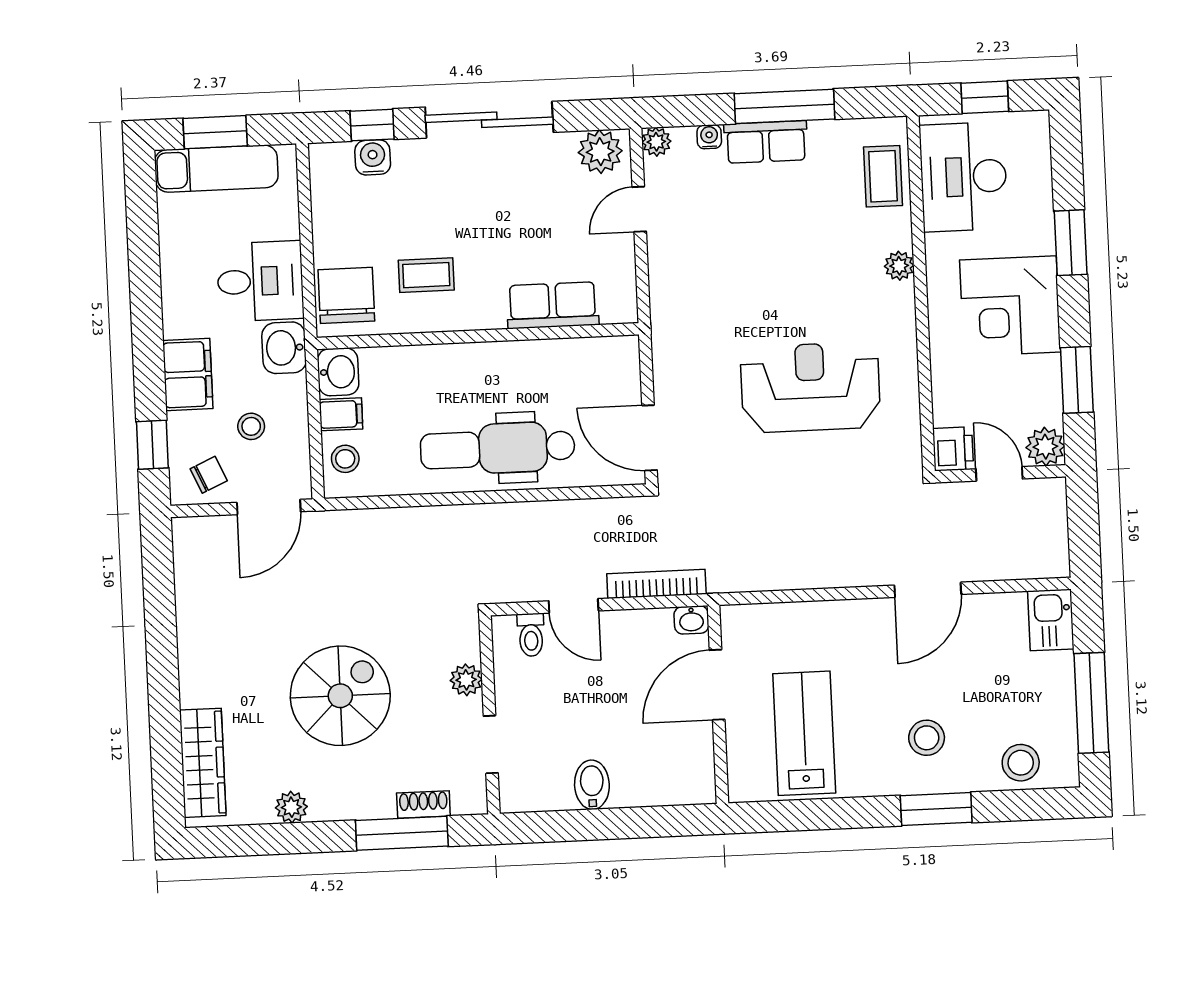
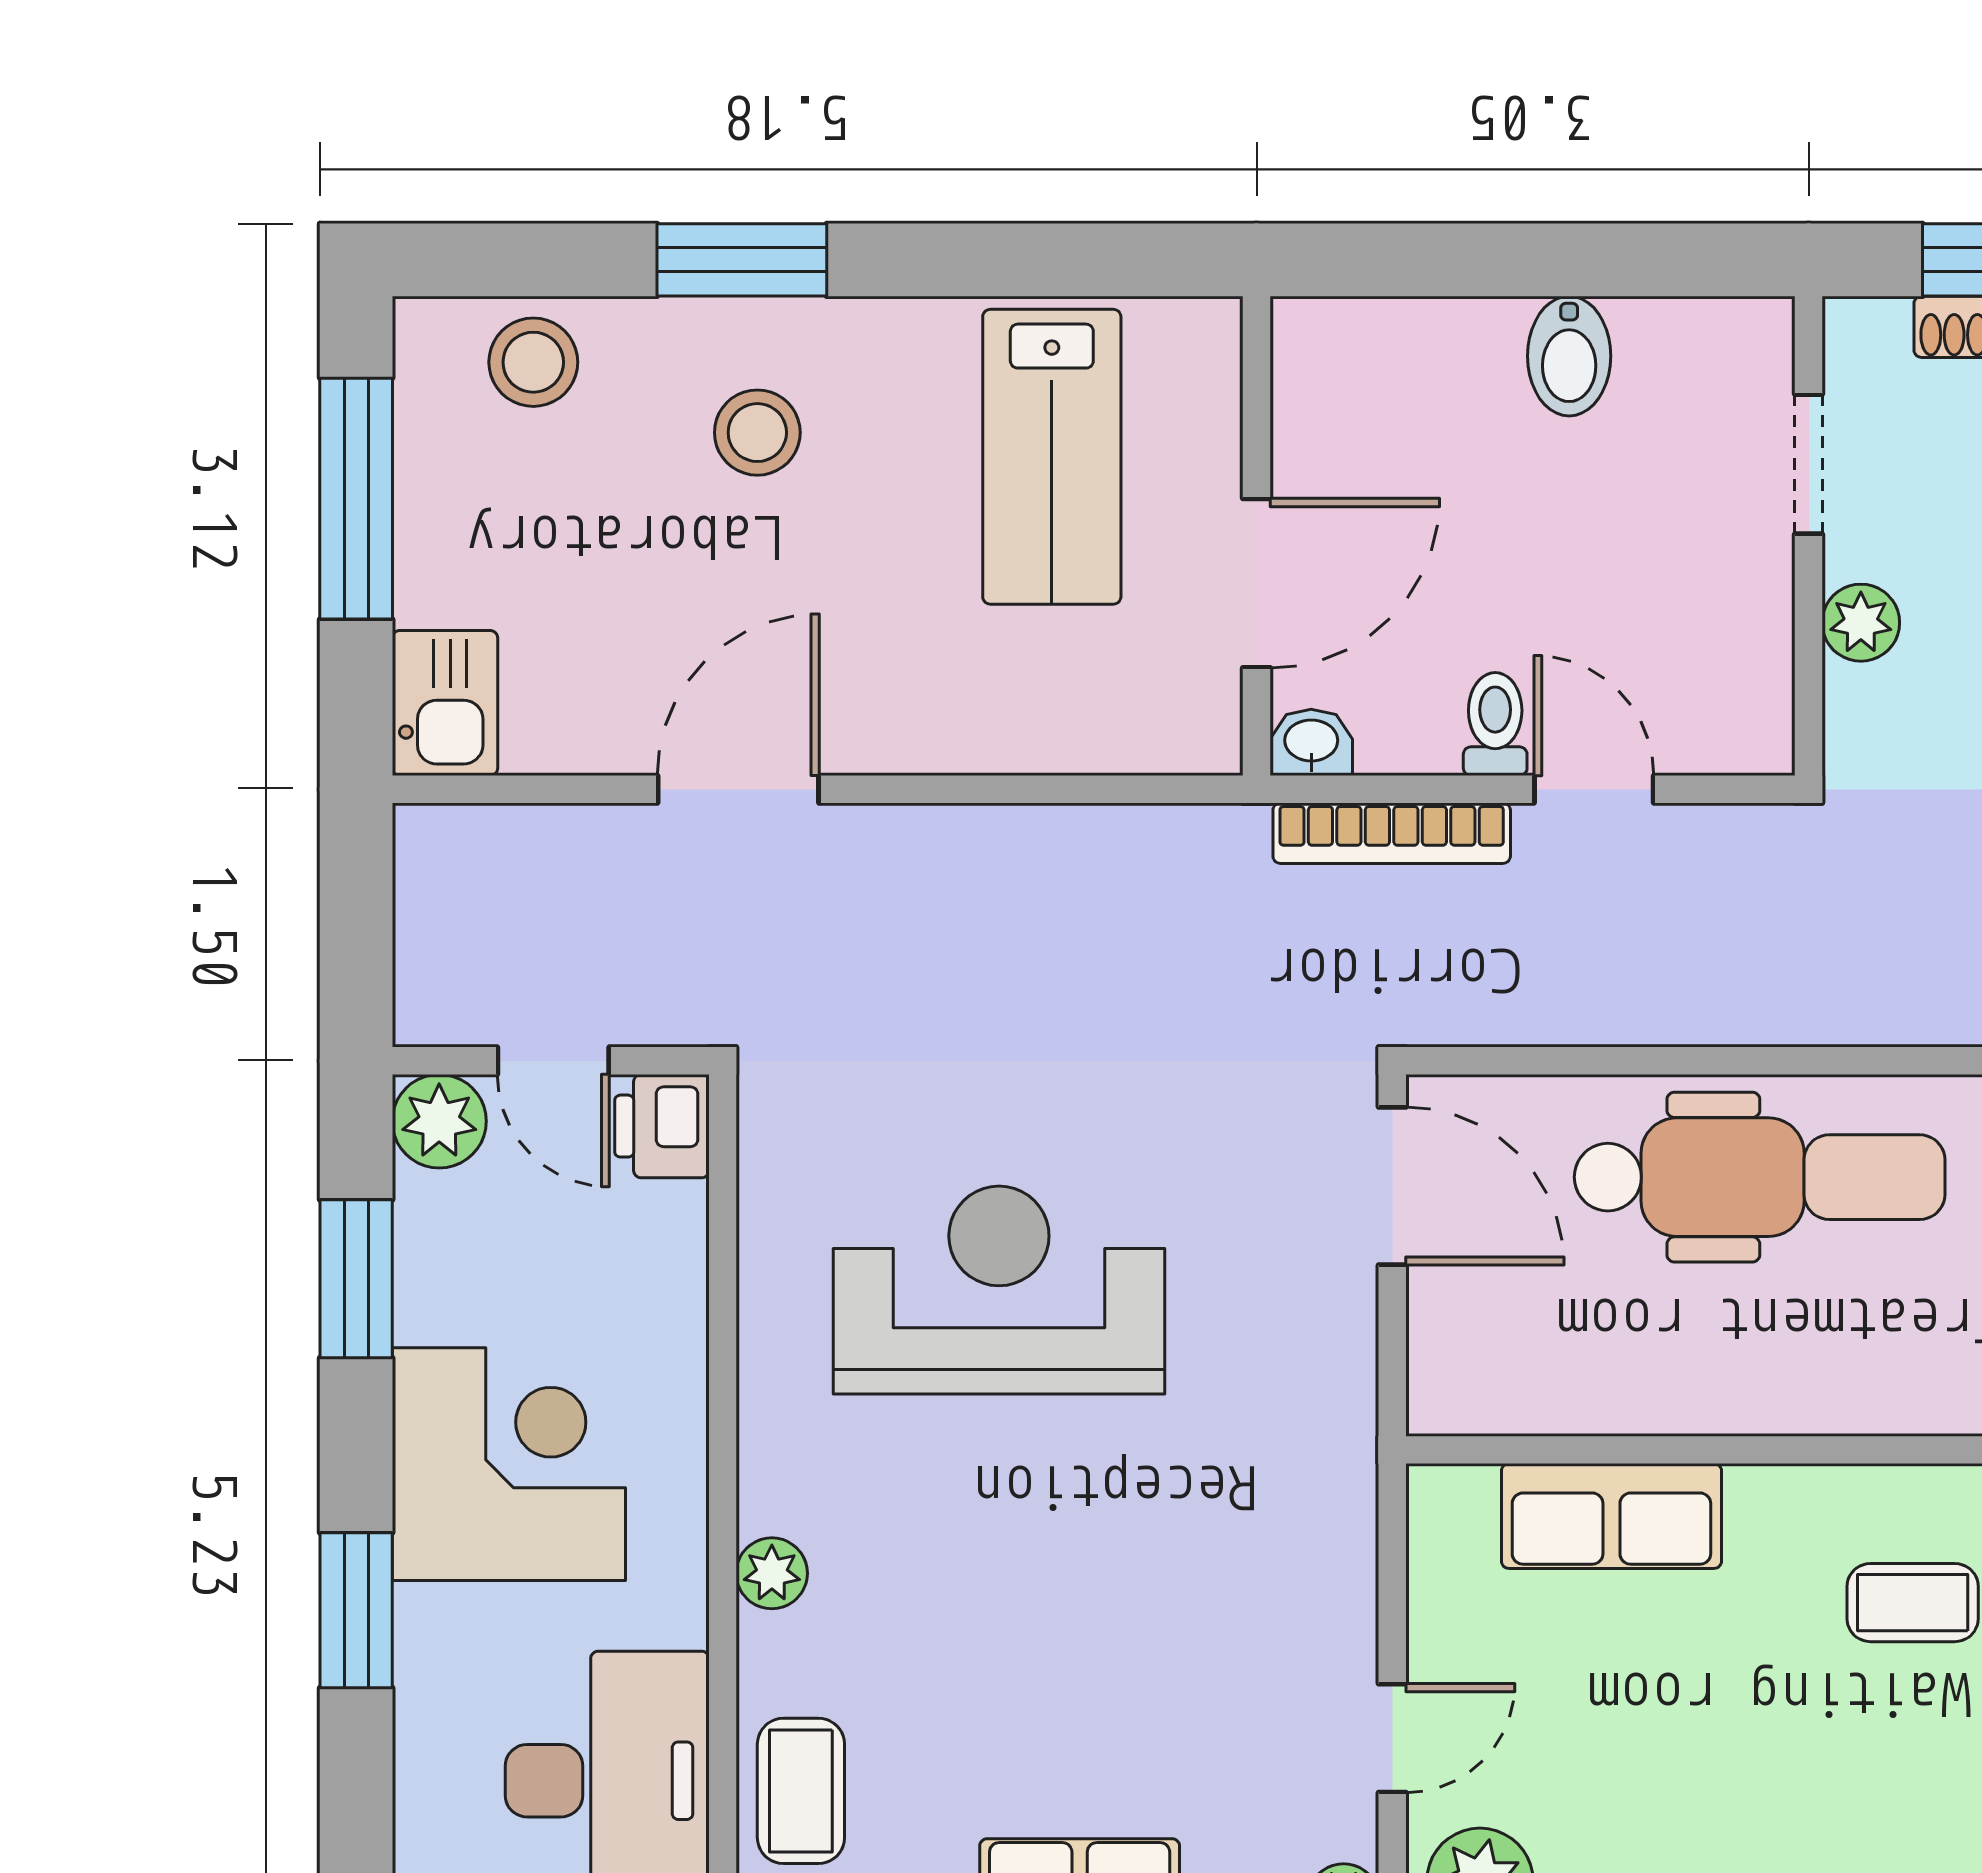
reception desk: (810, 387) -> (999, 1290), turned 180
toilet: (531, 635) -> (1495, 724), moved

